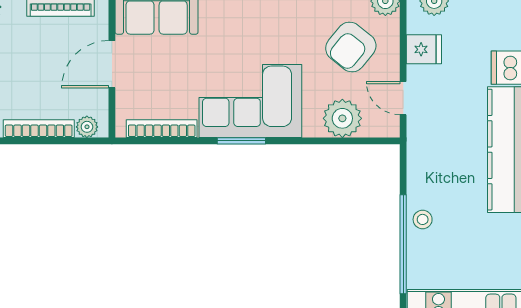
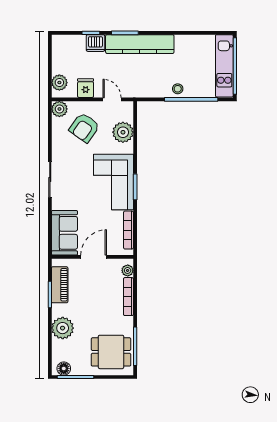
armchair: (351, 47) -> (84, 128), turned 86
door: (112, 64) -> (94, 257), swing flipped
door: (403, 98) -> (112, 99), swing flipped

